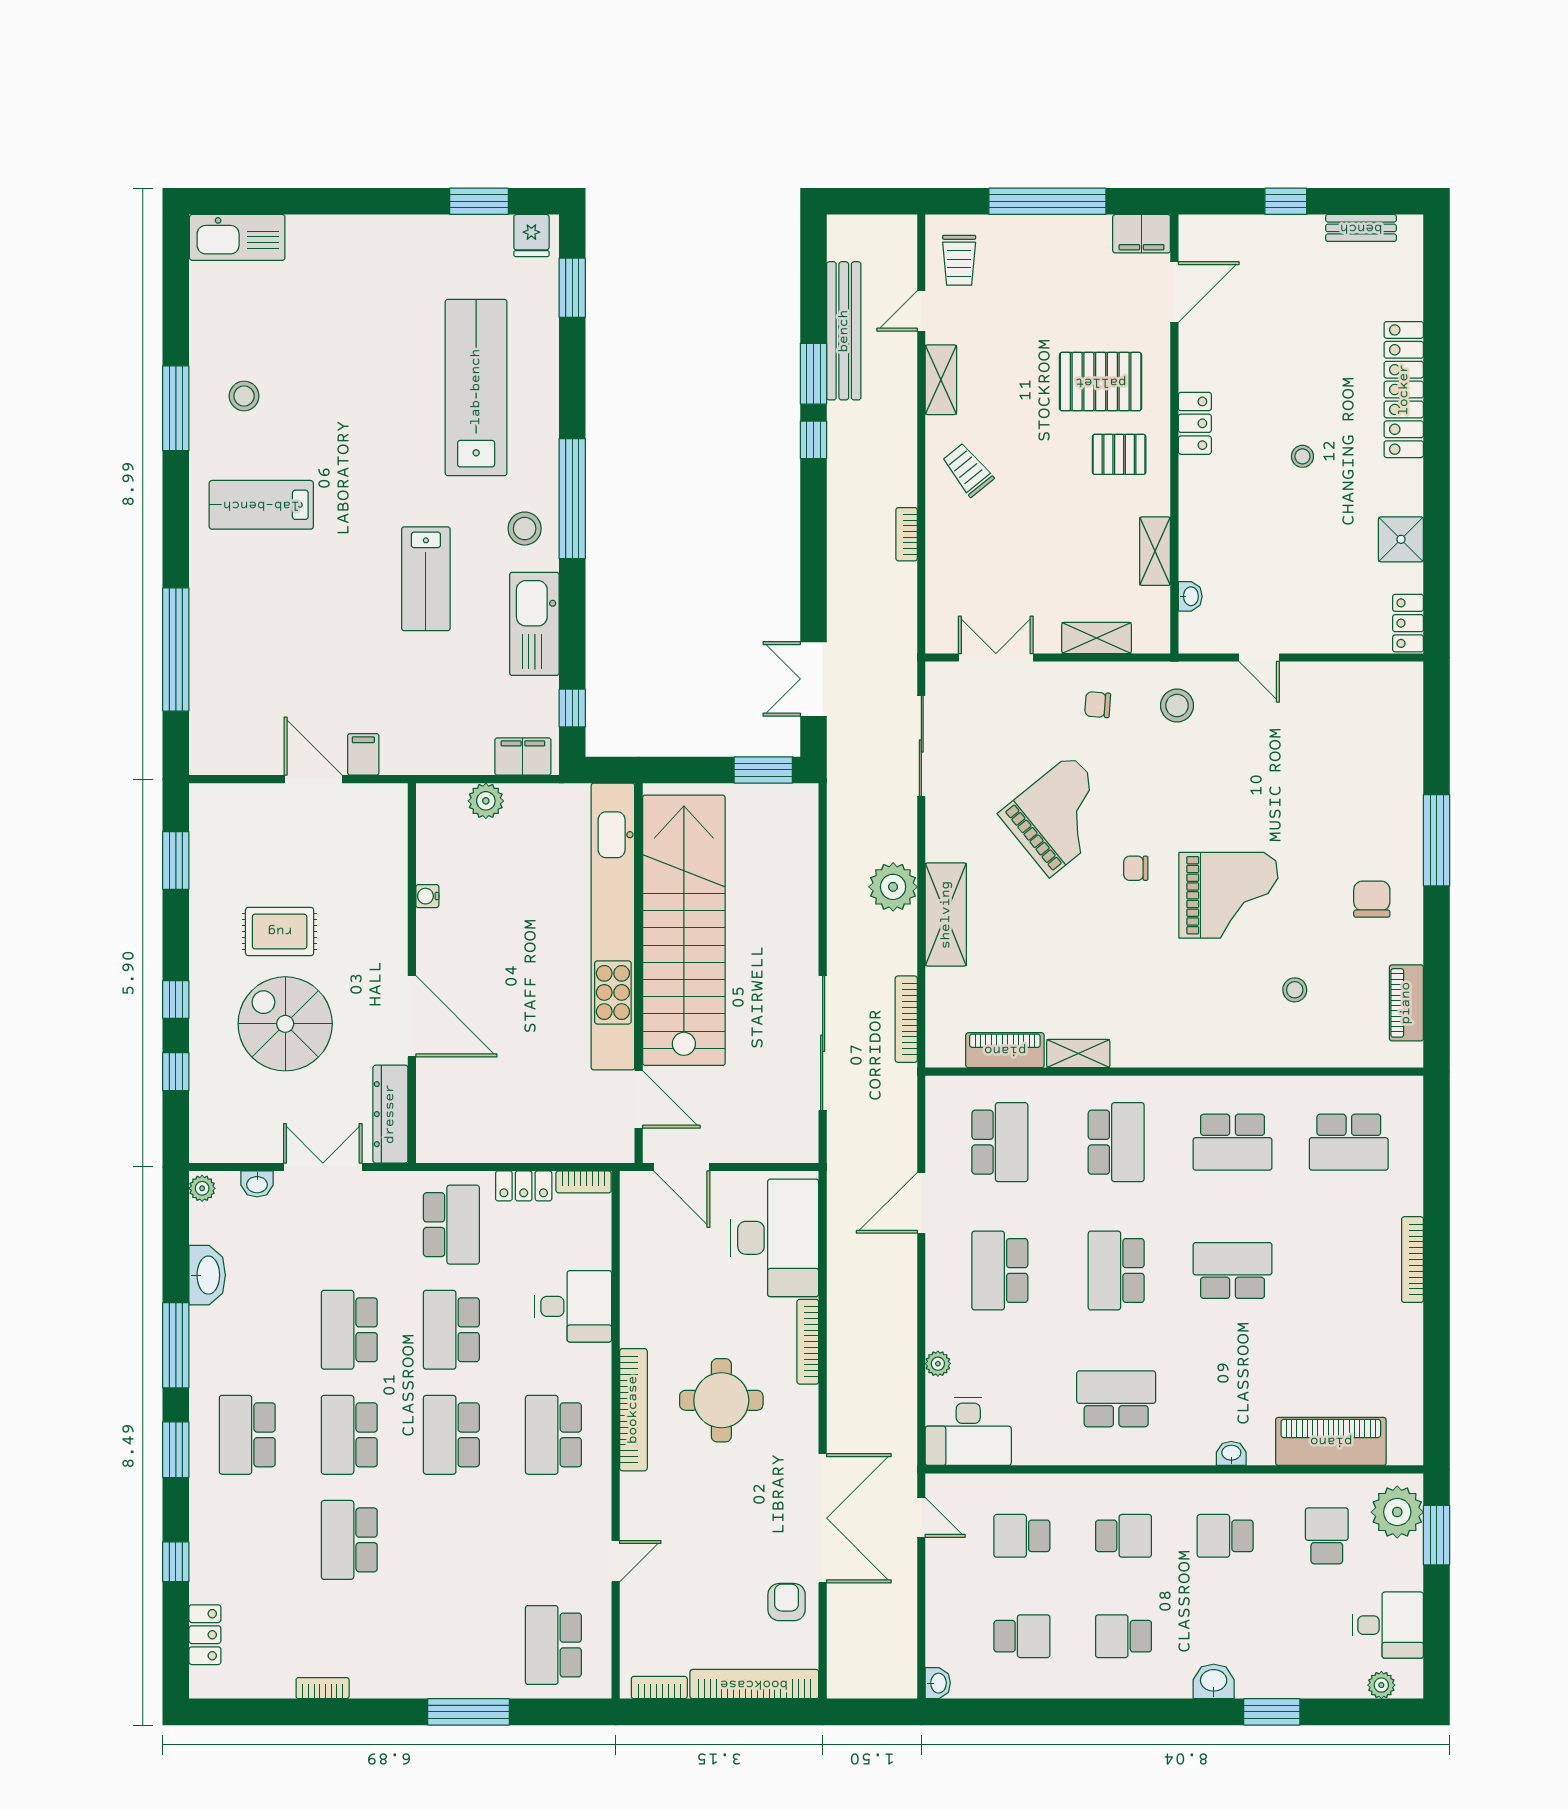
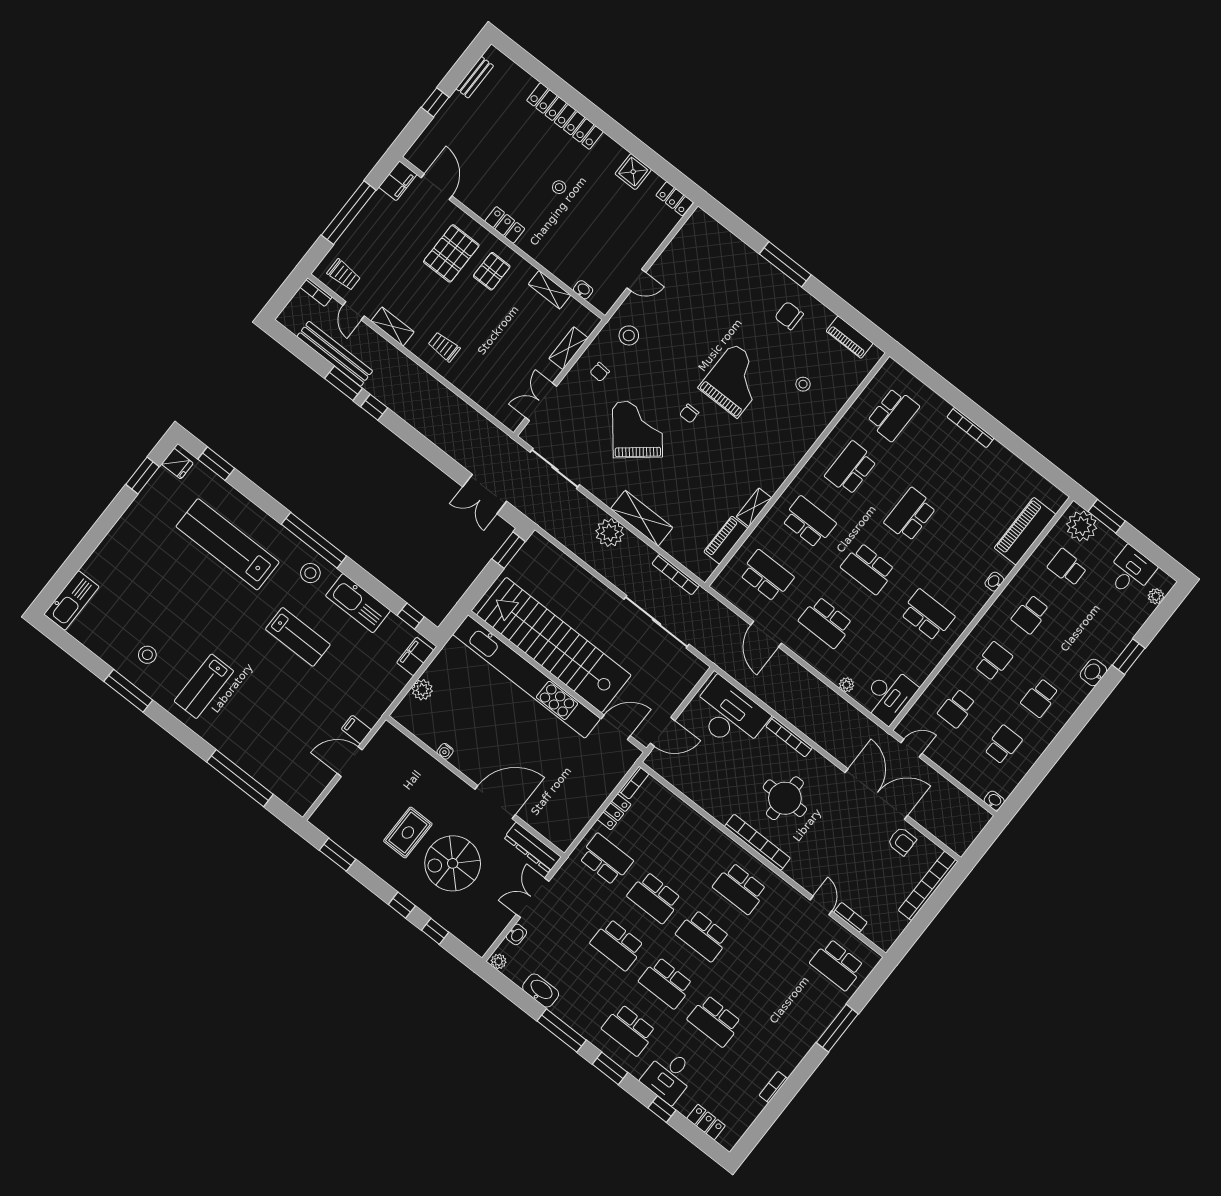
trolley: (968, 470) -> (444, 347), turned 39
bookcase: (907, 534) -> (316, 292), moved
school desk: (1232, 1142) -> (851, 468), turned 180
desk: (573, 1306) -> (669, 1076), moved, turned 180
school desk: (1116, 1399) -> (927, 615), turned 90
armchair: (787, 1602) -> (902, 841), turned 180
bookcase: (659, 1688) -> (850, 917), moved, turned 90

